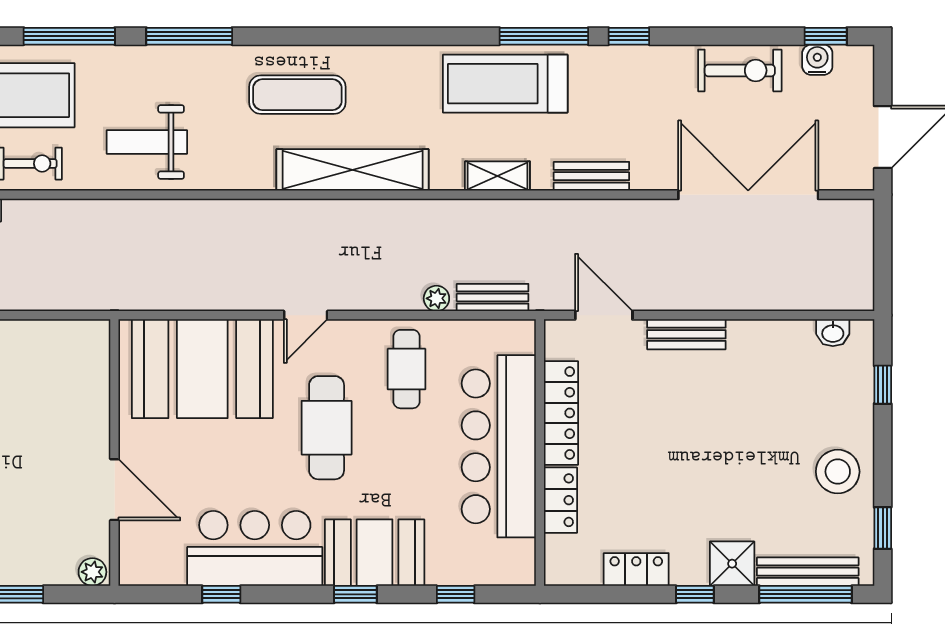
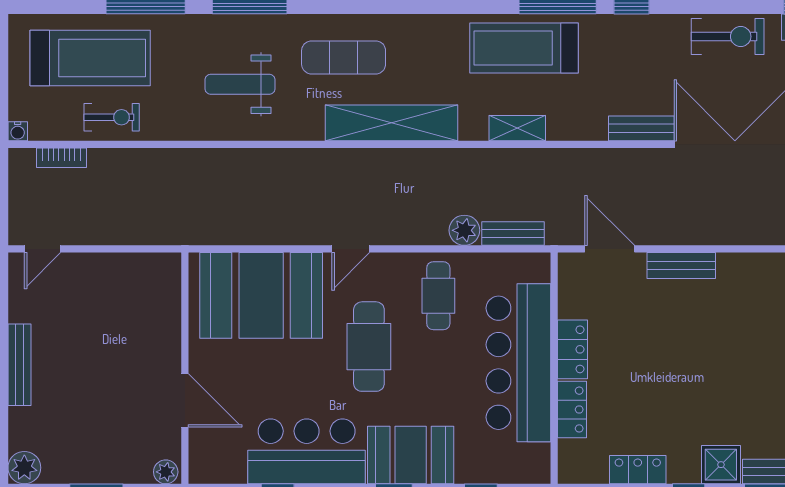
weight bench: (147, 142) -> (240, 84), moved
bench: (591, 176) -> (641, 128), moved
plant: (436, 298) -> (464, 230), width x1.38, depth x1.38
locker: (561, 413) -> (573, 349), width x0.66

